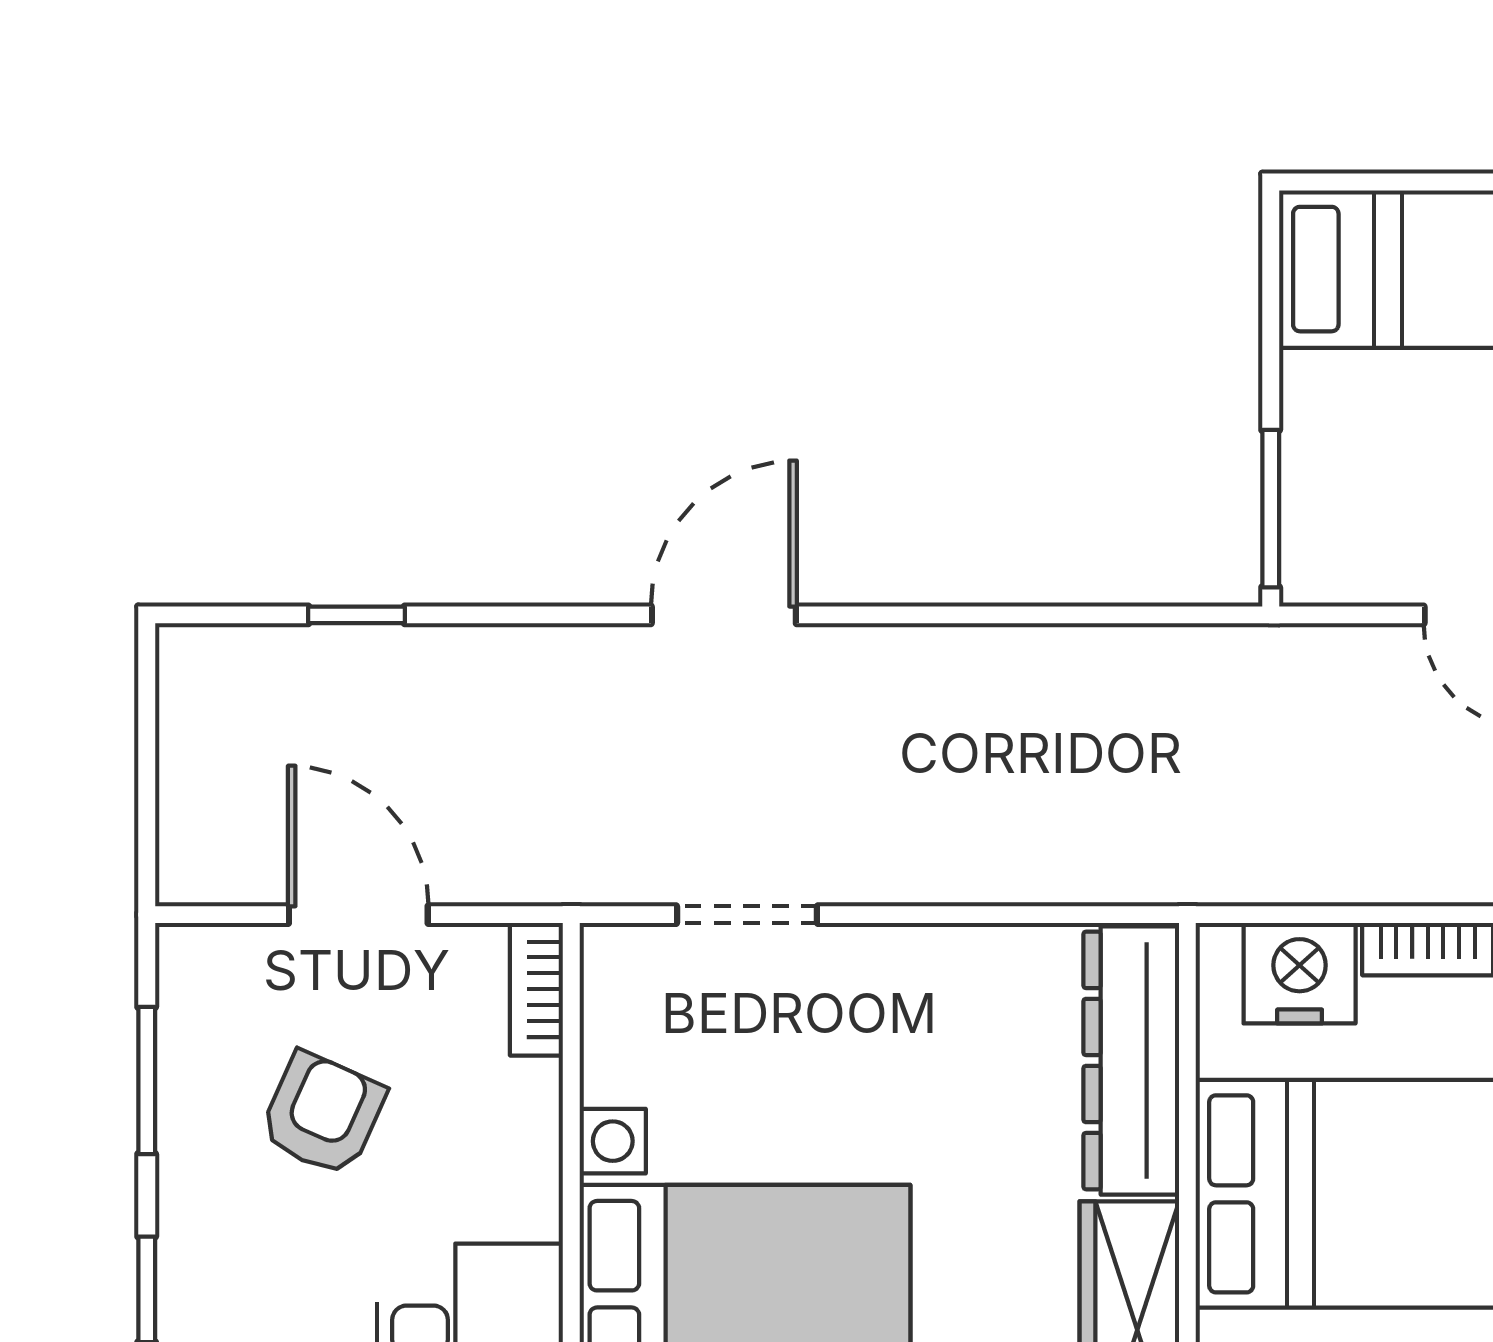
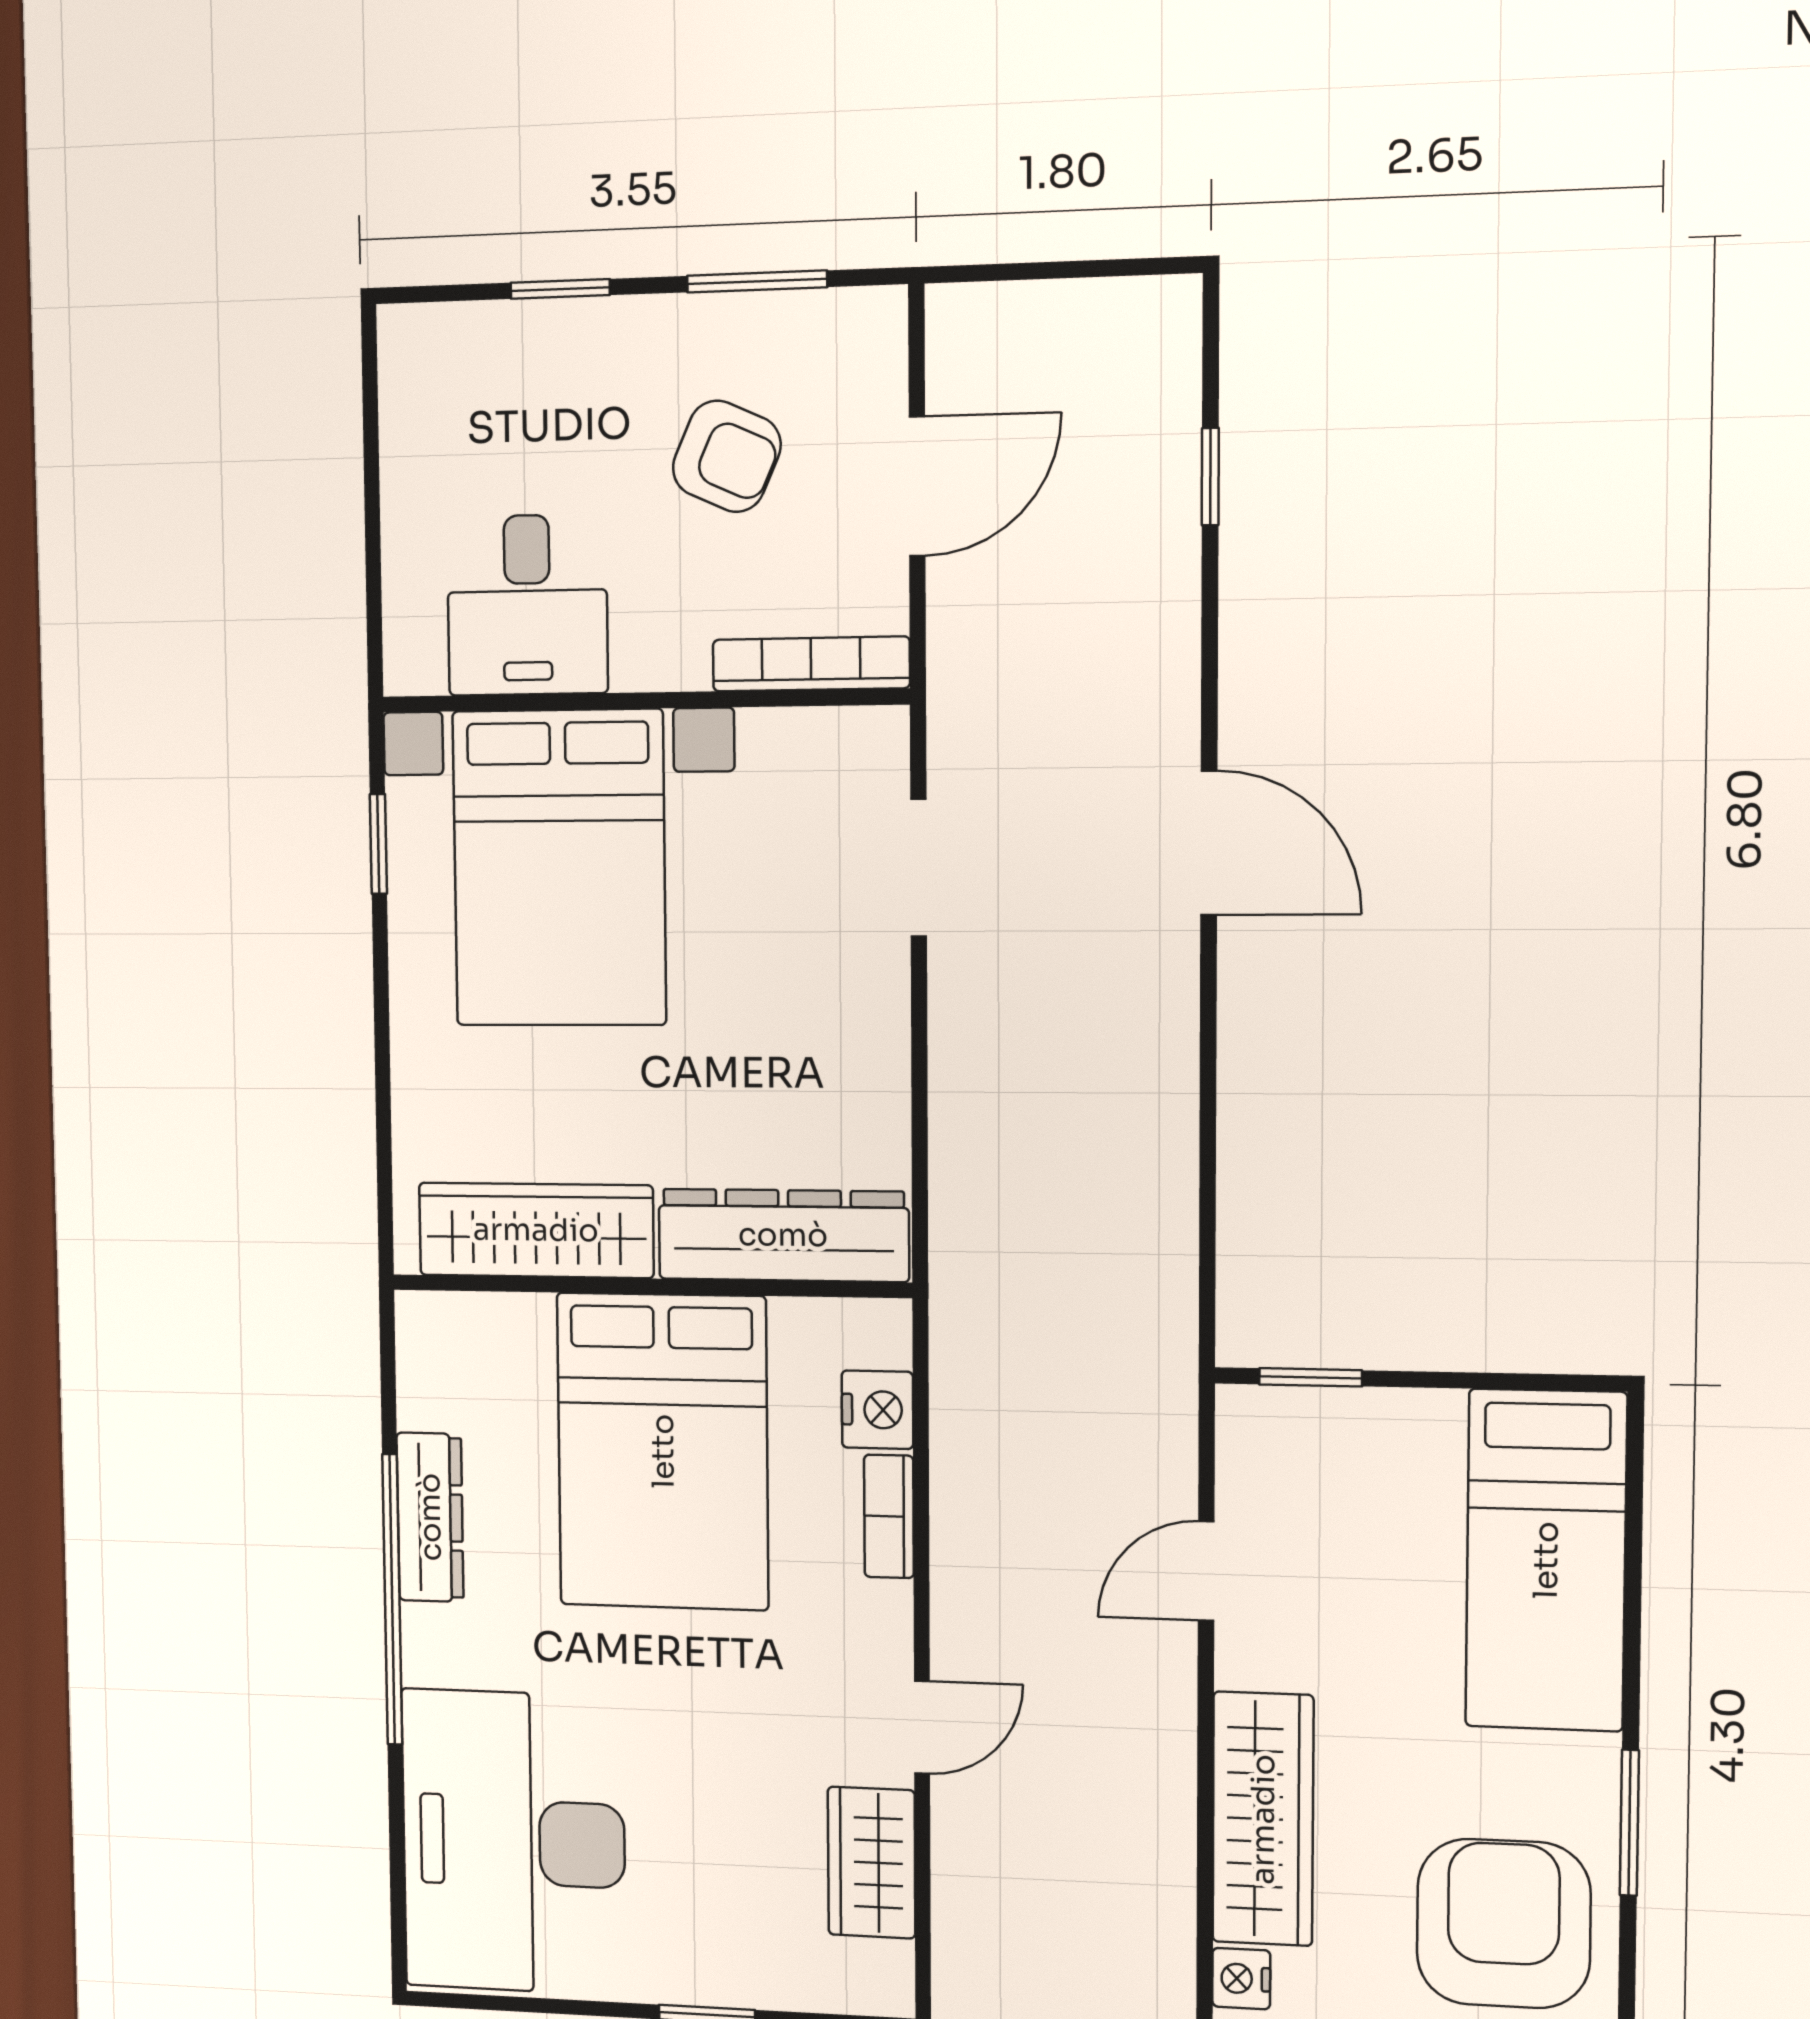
window: (1271, 509) -> (1311, 1377), width x0.67
nightstand: (1300, 973) -> (877, 1410), width x0.74, depth x0.75
bookcase: (536, 989) -> (811, 664), width x1.56

